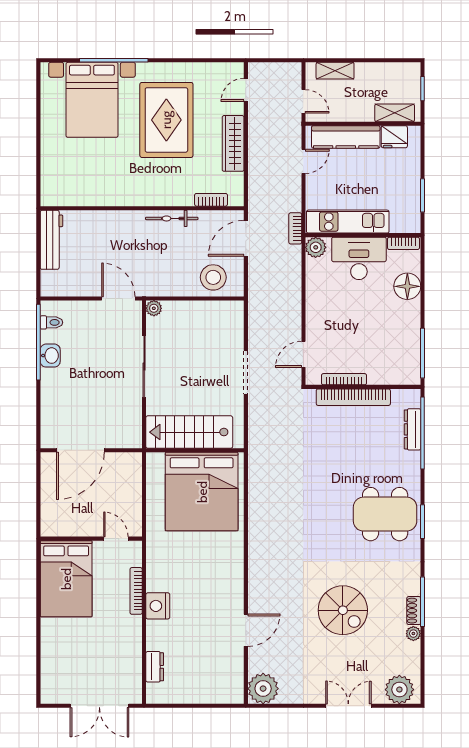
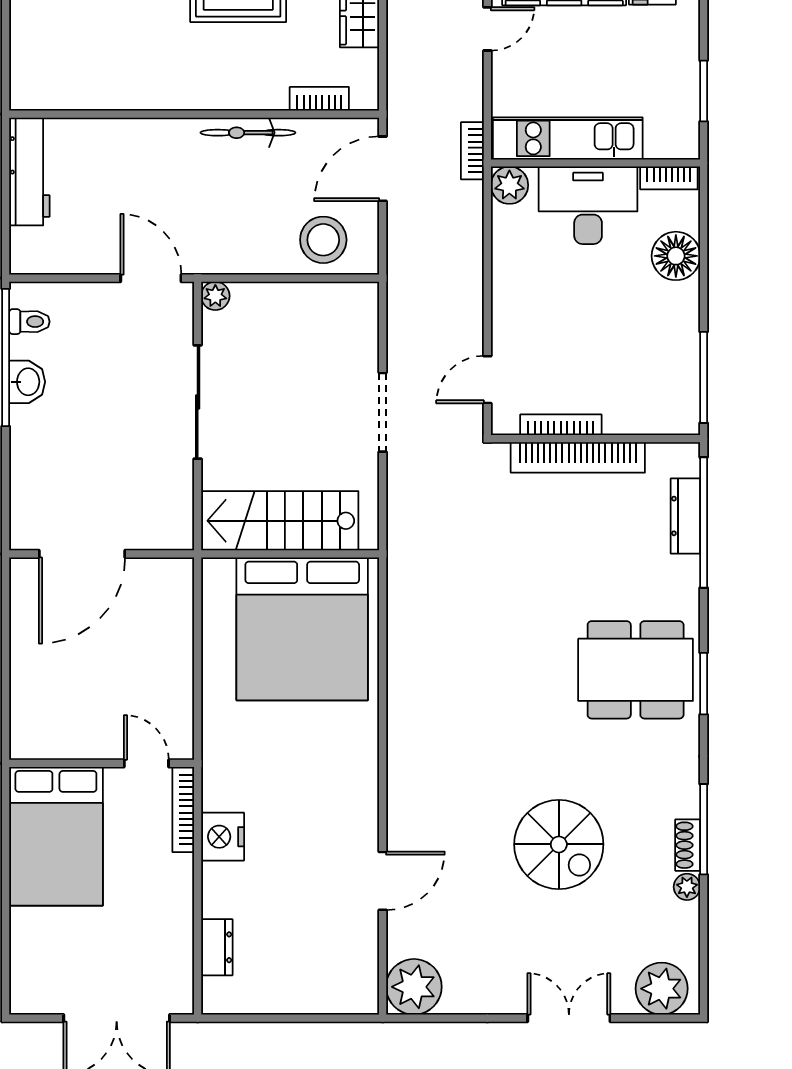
wall: (91, 539) -> (102, 763), moved
door: (116, 539) -> (146, 763), moved
bed: (66, 579) -> (56, 836), moved

